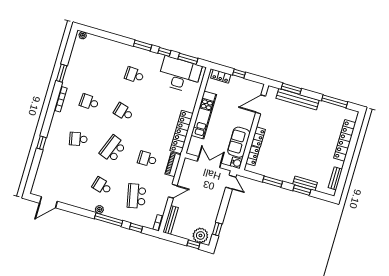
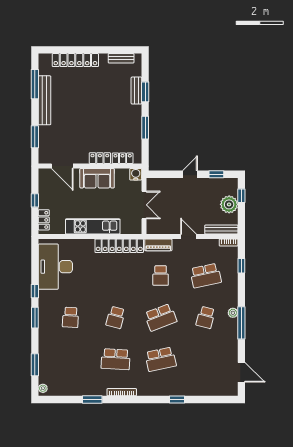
window: (188, 59) -> (35, 365), moved
bench: (298, 99) -> (44, 100), moved
school desk: (89, 102) -> (116, 359), width x1.85
school desk: (78, 139) -> (161, 359), width x1.85
sofa: (239, 142) -> (97, 178), moved
school desk: (113, 149) -> (161, 317), turned -42
double door: (209, 162) -> (144, 205), swing flipped
door: (231, 182) -> (190, 174), moved
window: (109, 220) -> (241, 323), moved
plant: (200, 235) -> (229, 204), moved

